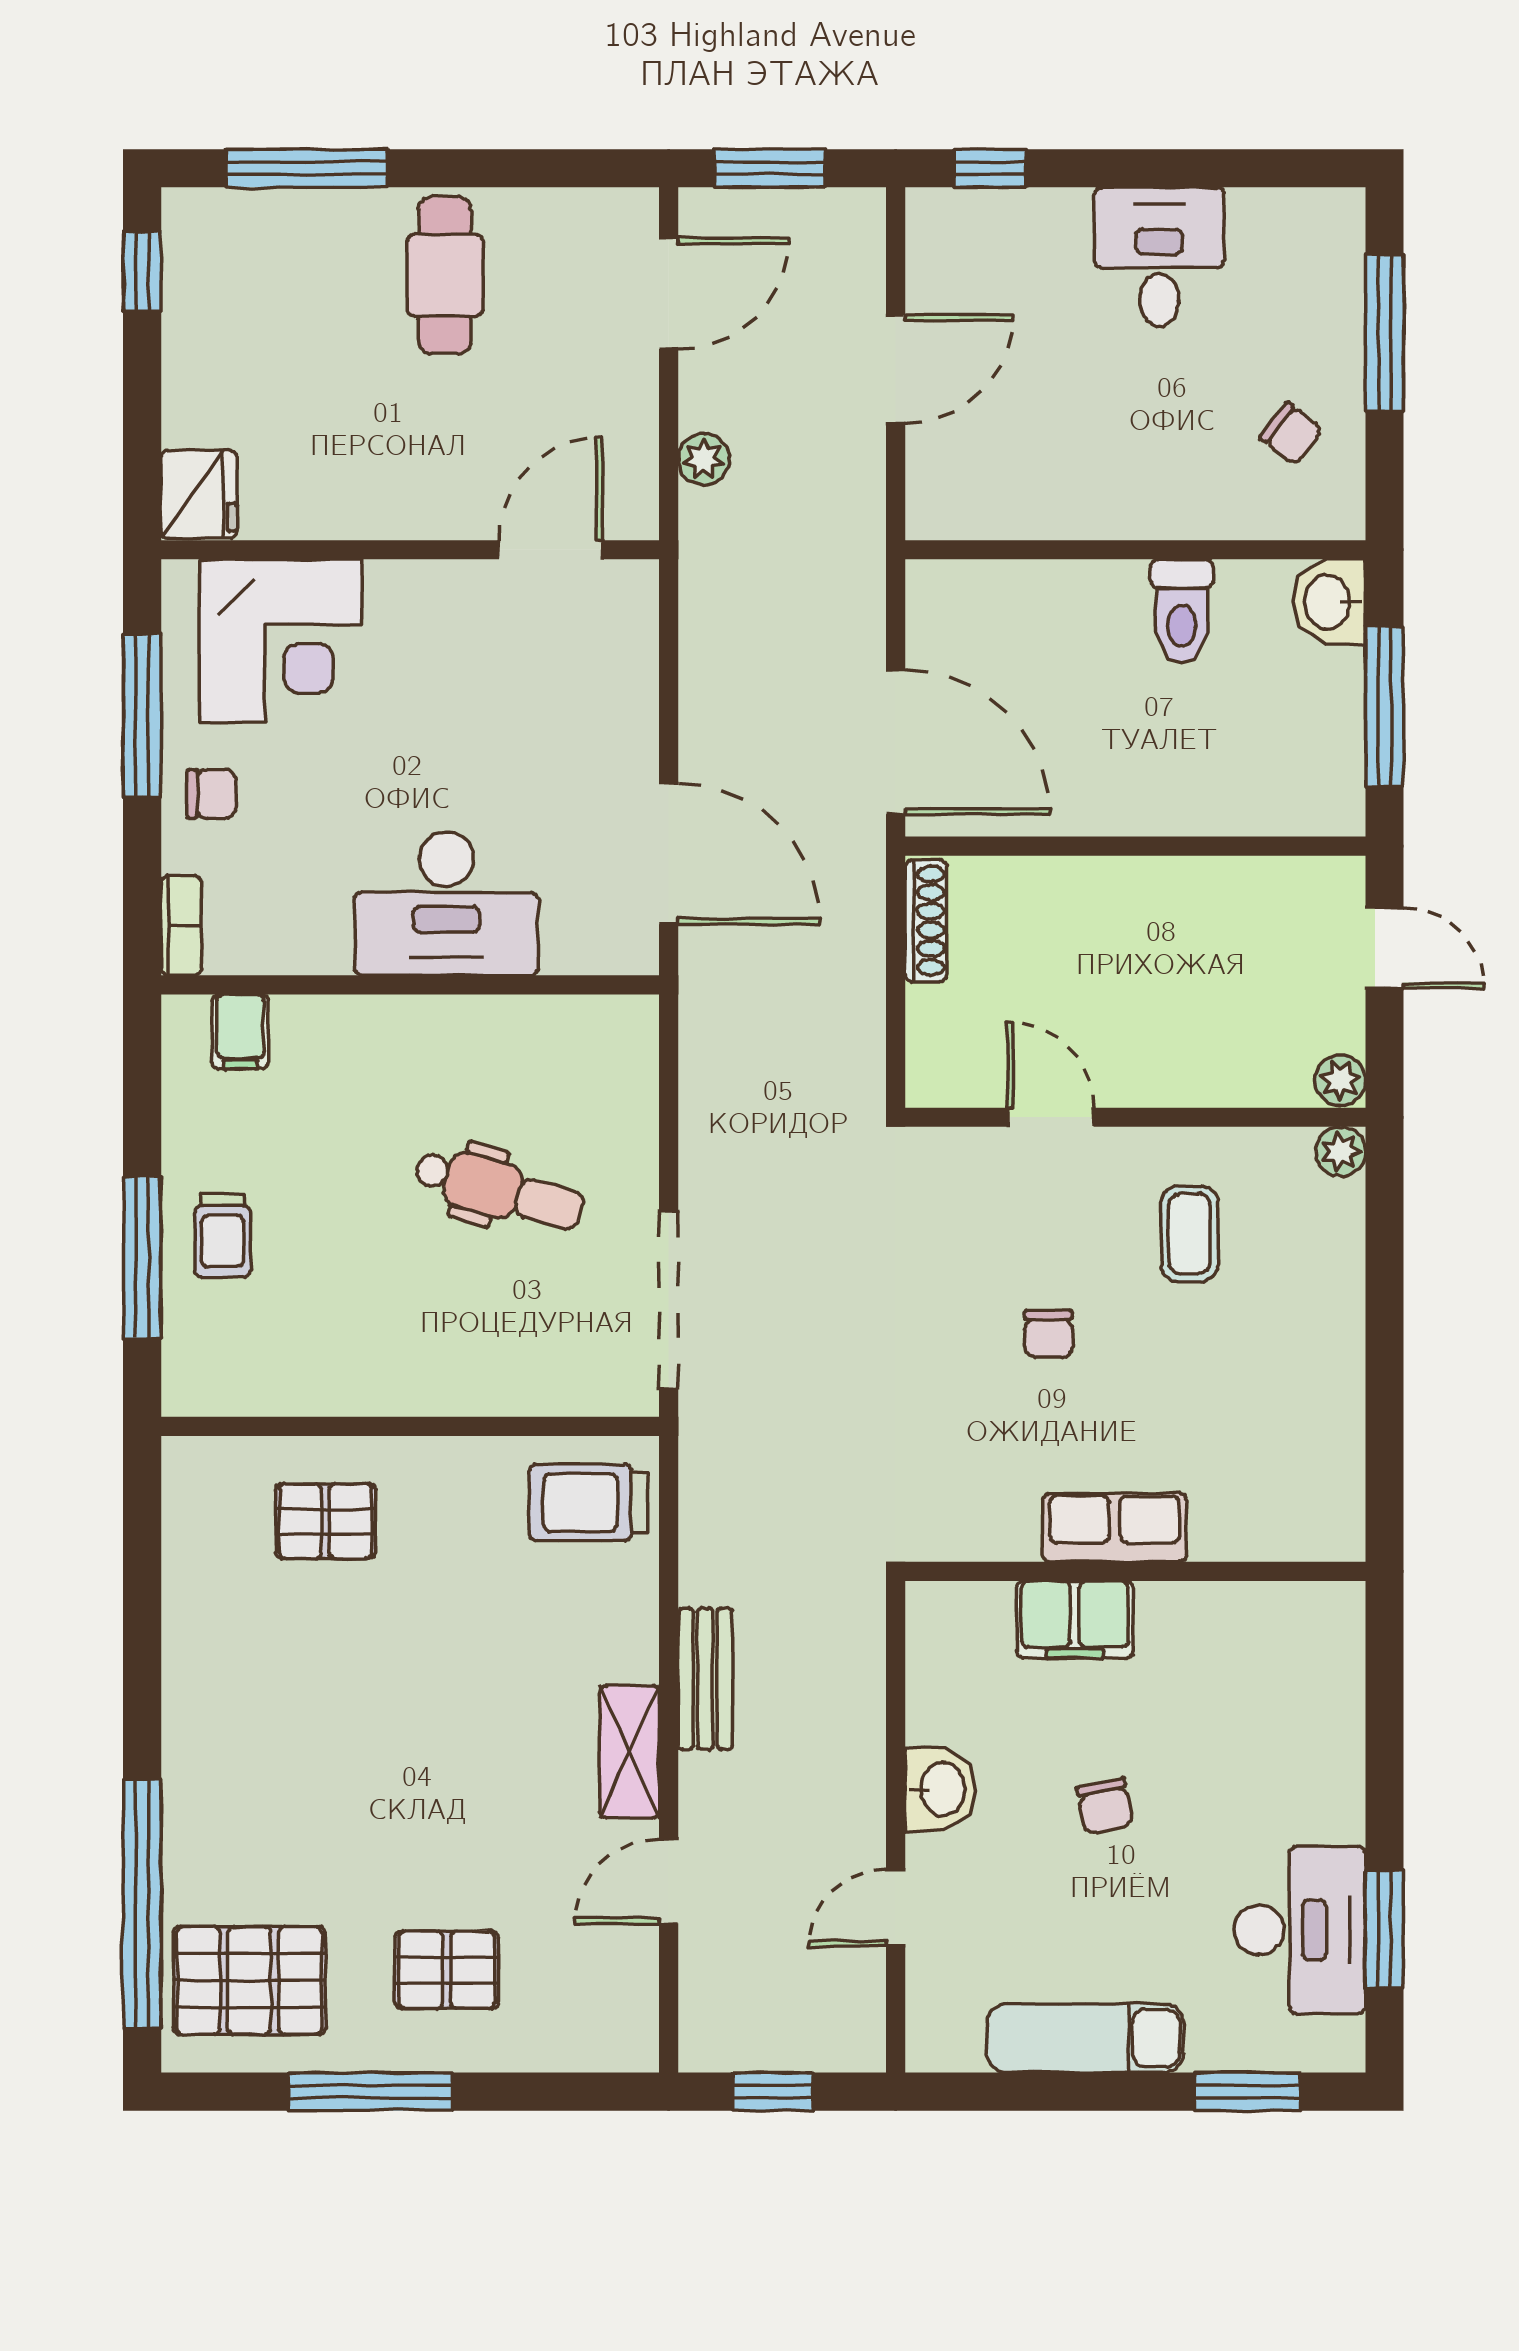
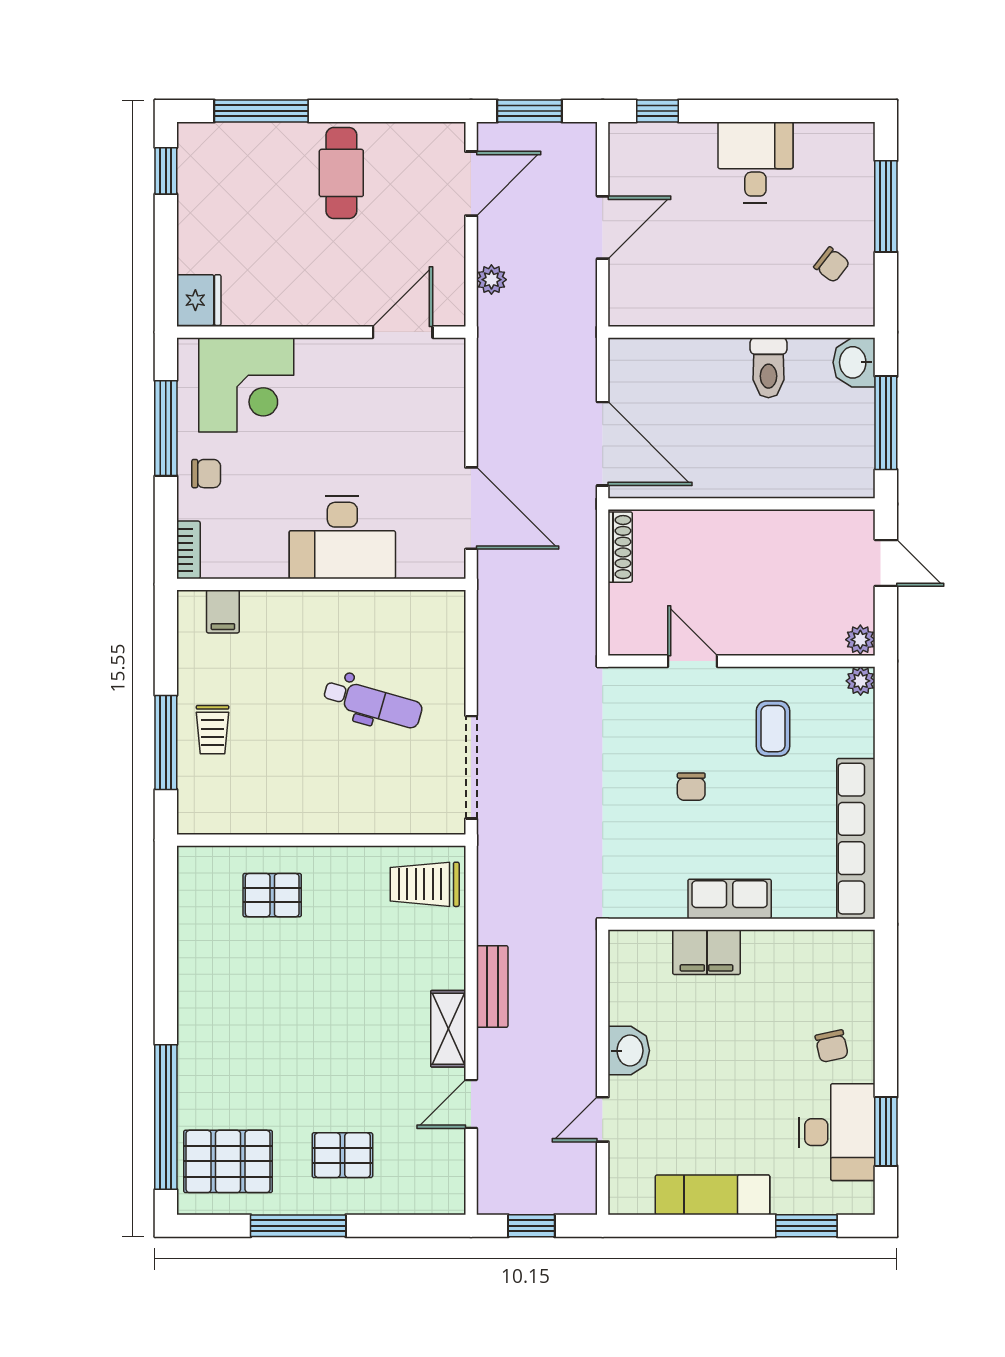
row of seats: (1333, 1424) -> (856, 839), added
chair: (1105, 1806) -> (832, 1046), moved

